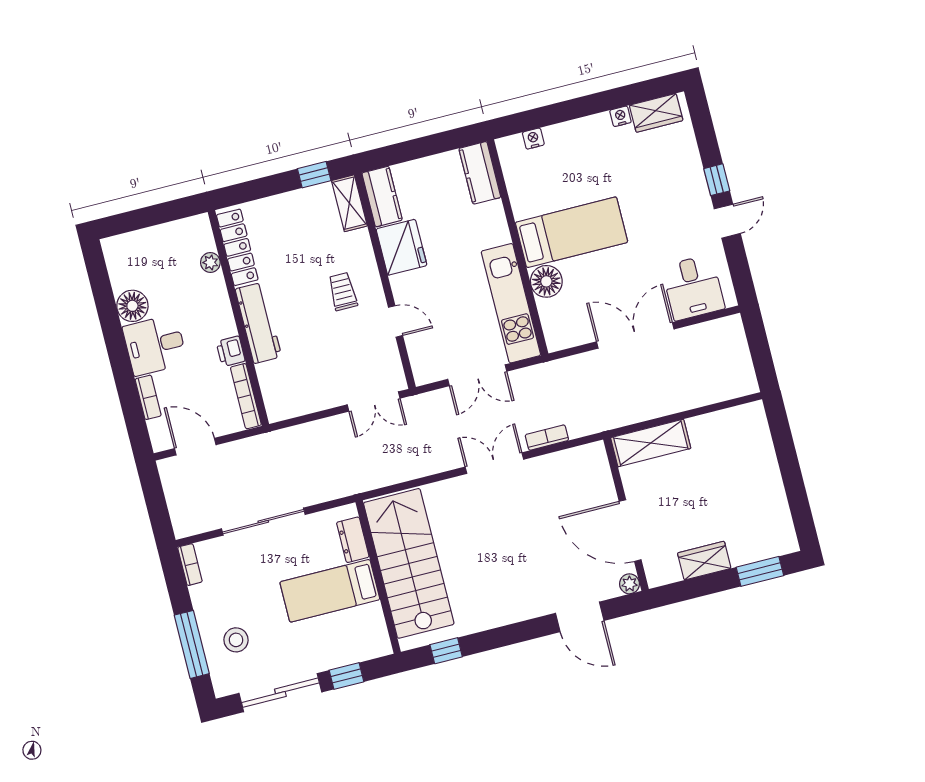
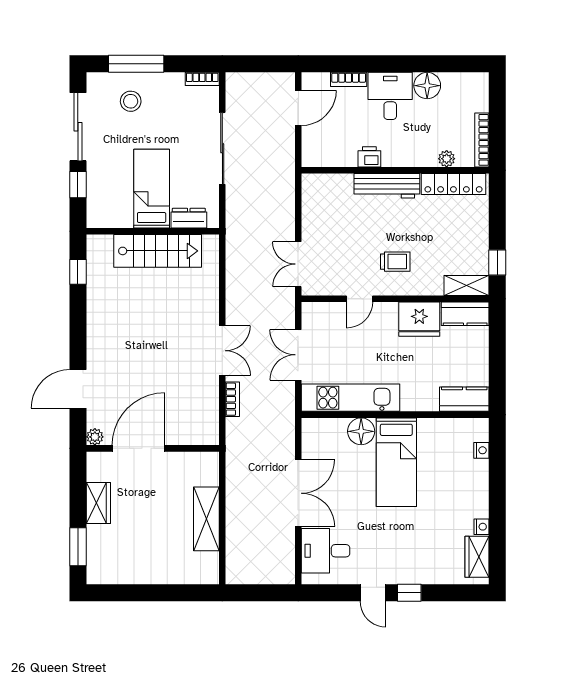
bookcase: (246, 396) -> (482, 140), moved, turned -90
shelving: (651, 443) -> (206, 519), moved
stairs: (409, 563) -> (158, 251), width x0.73, depth x0.66

